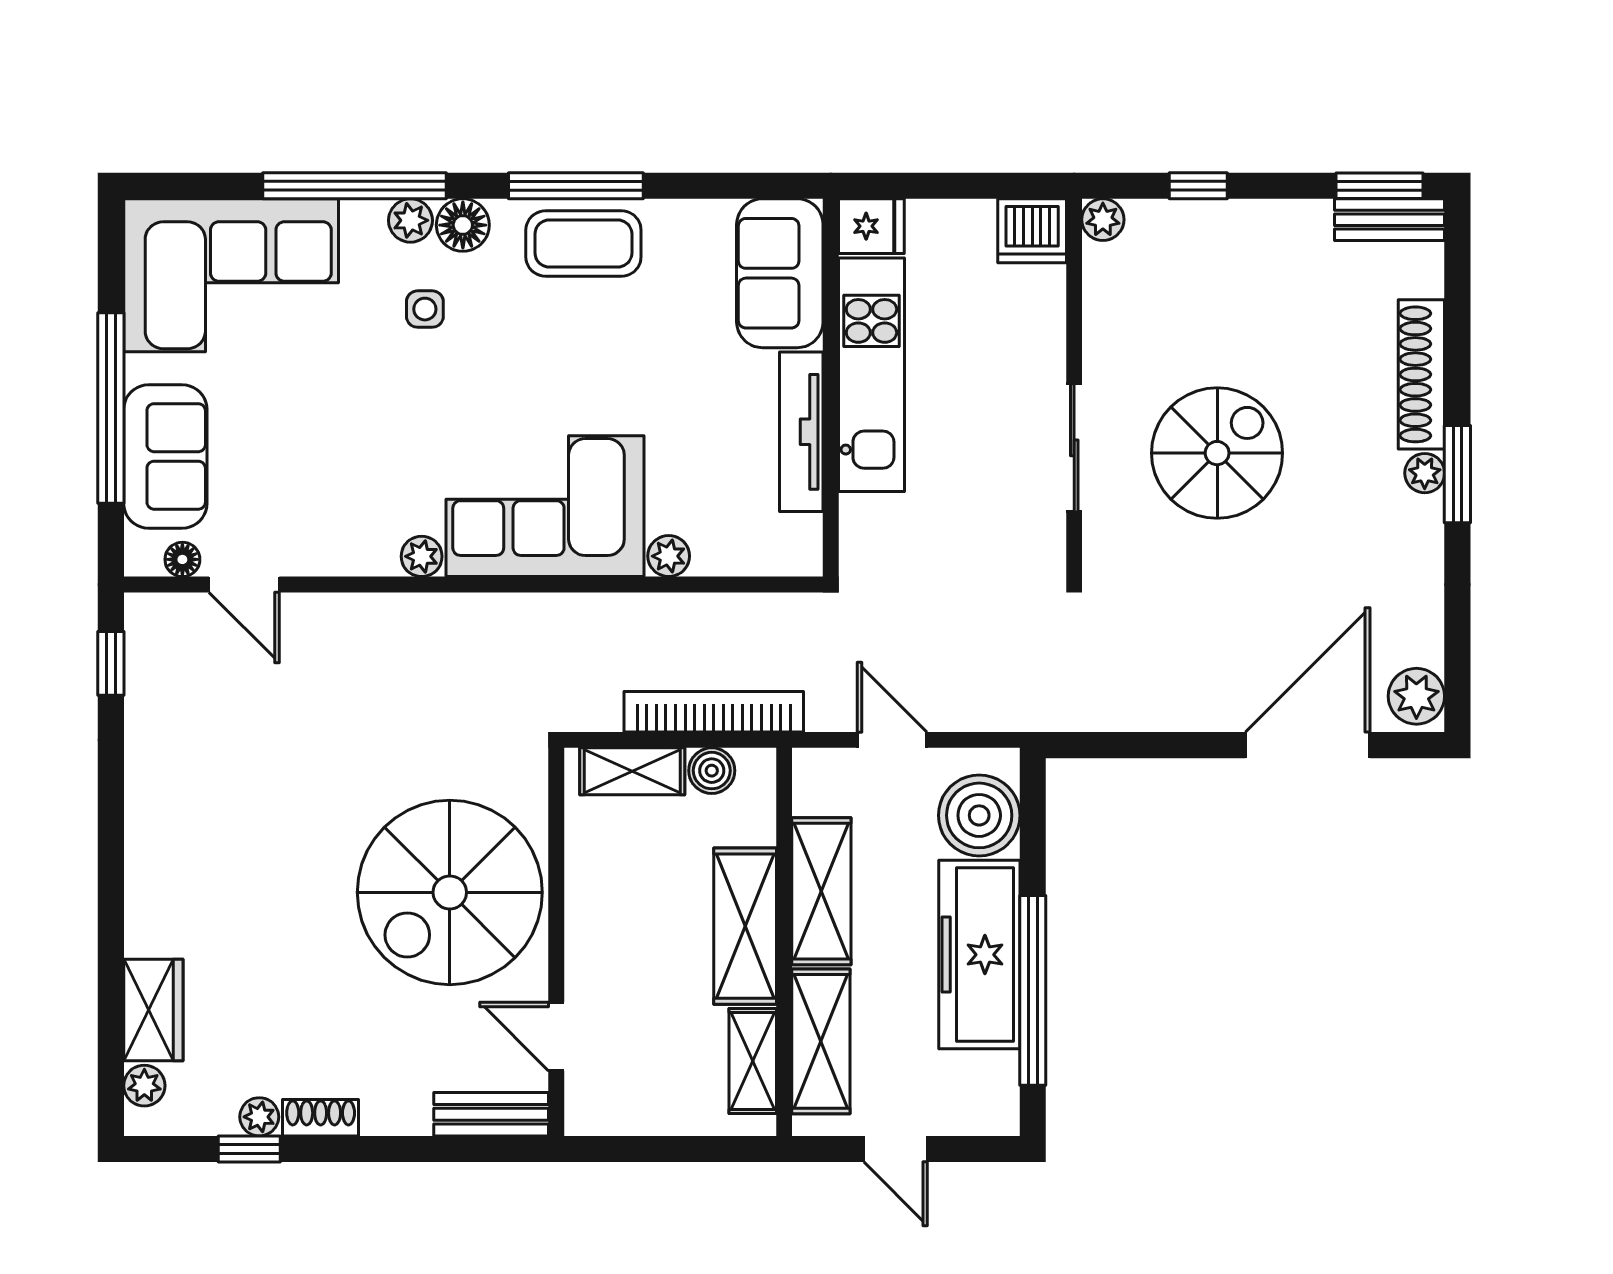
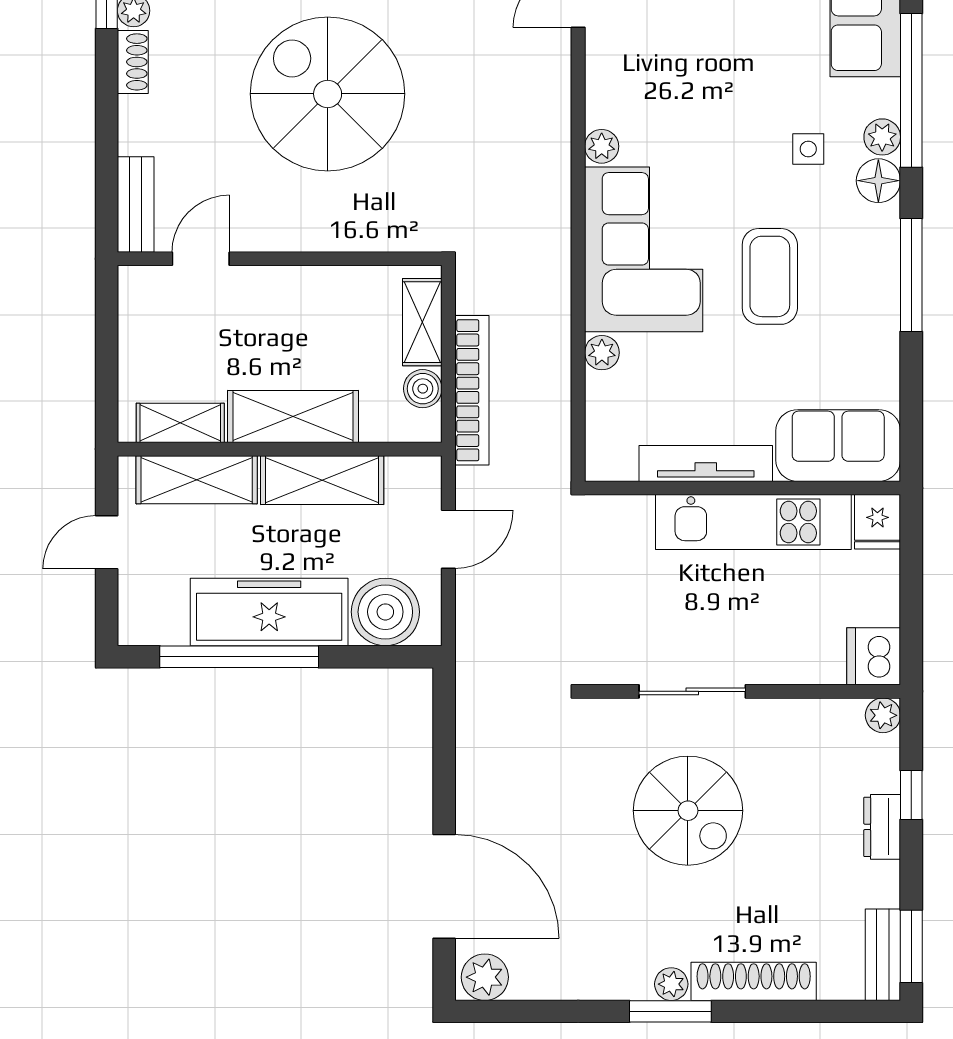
dresser: (1236, 221) -> (882, 827), added
coffee table: (583, 243) -> (770, 276), moved
spiral stairs: (450, 892) -> (328, 94), moved

